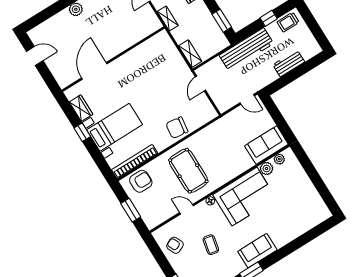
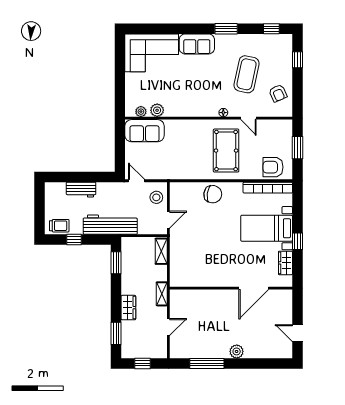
stool: (222, 96) -> (156, 197), added
corner sofa: (244, 197) -> (152, 53), moved, turned 180
coffee table: (211, 245) -> (247, 74), width x1.86, depth x1.72
sofa: (257, 251) -> (197, 44), moved

